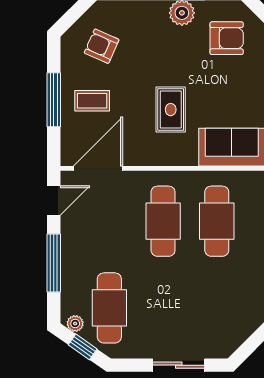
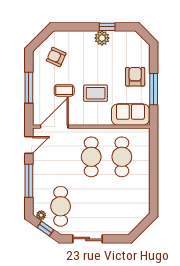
armchair: (227, 38) -> (135, 77), moved, turned -90
coffee table: (92, 101) -> (64, 90), moved
rug: (171, 110) -> (96, 93), turned 90
sliding door: (179, 365) -> (88, 239), moved

